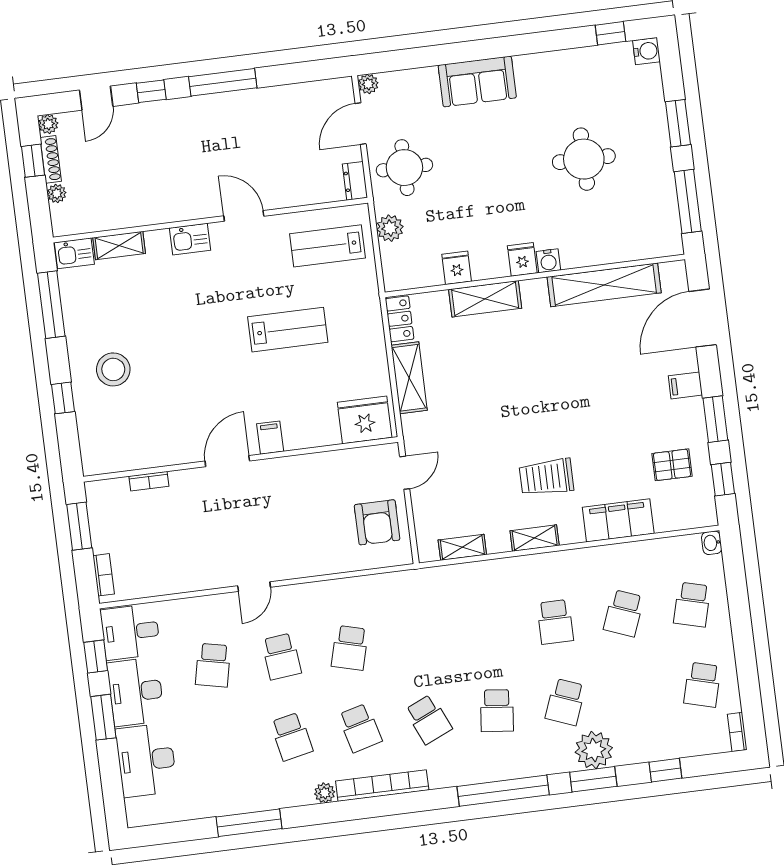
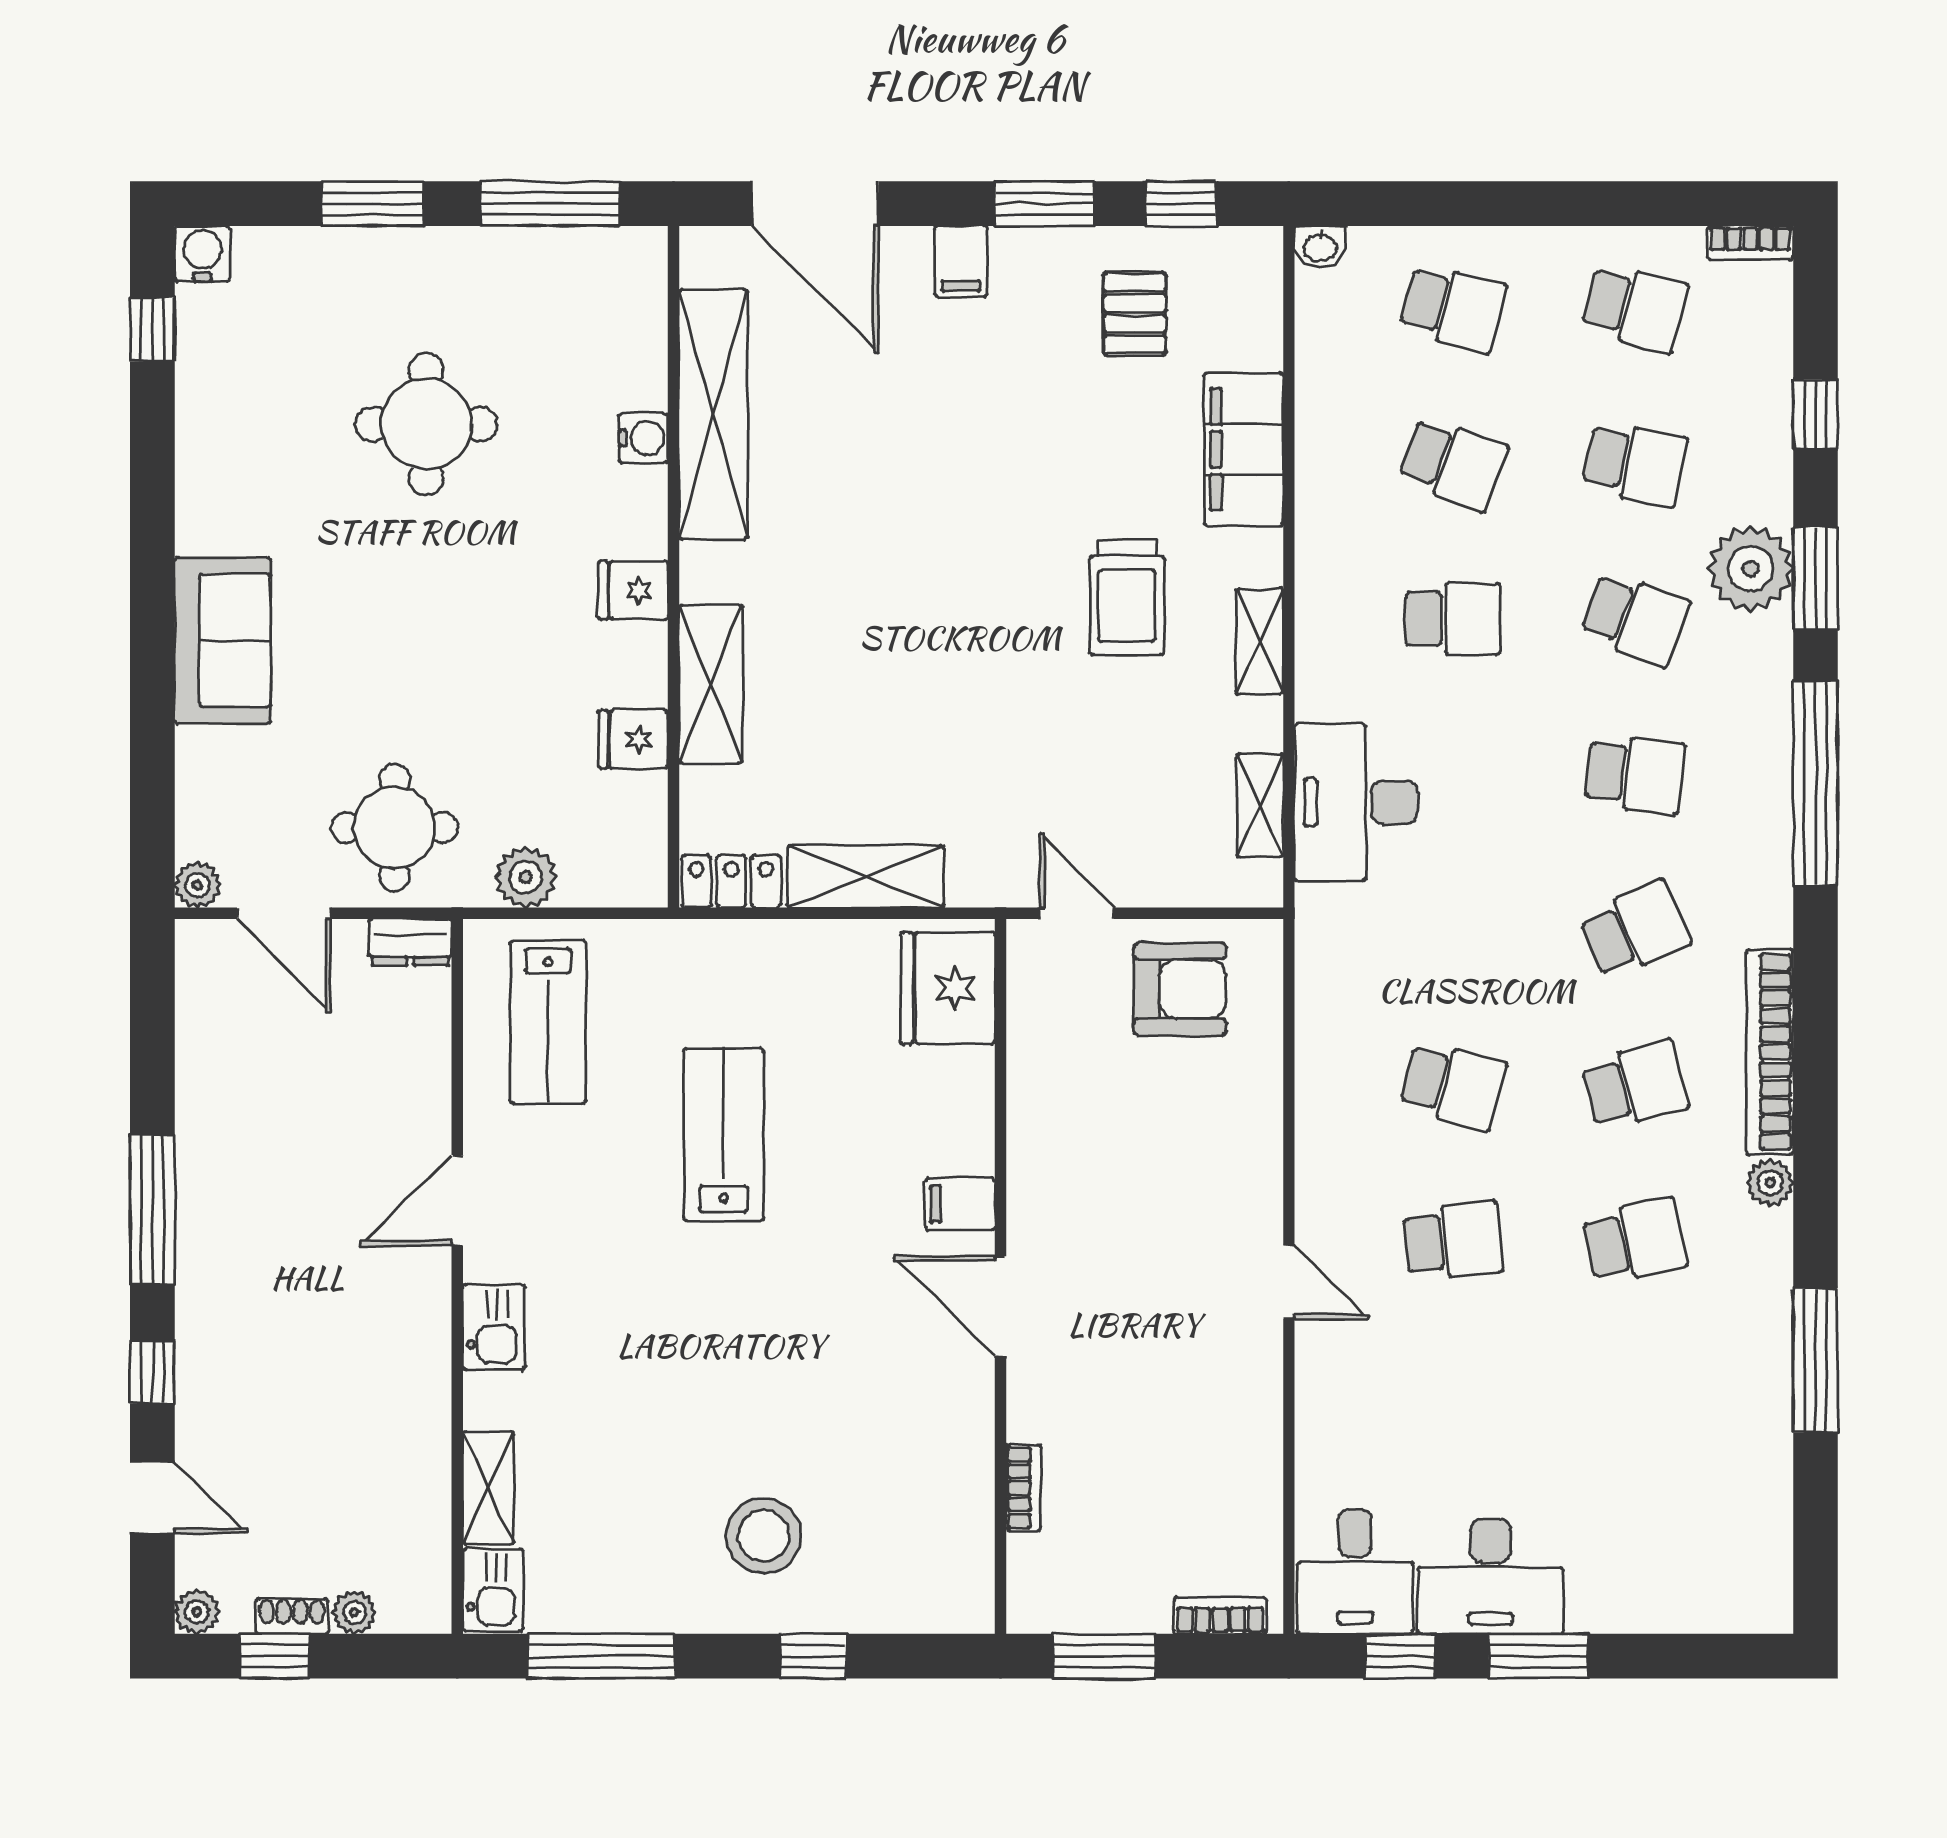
shoe rack: (51, 159) -> (292, 1616), width x0.70
water cooler: (548, 261) -> (643, 438), moved
school desk: (213, 665) -> (1635, 463), moved
desk: (146, 760) -> (1356, 802), moved, turned 90

